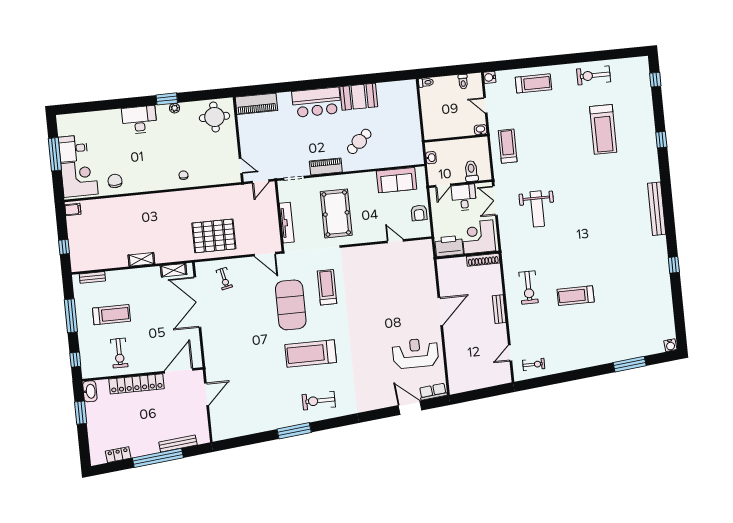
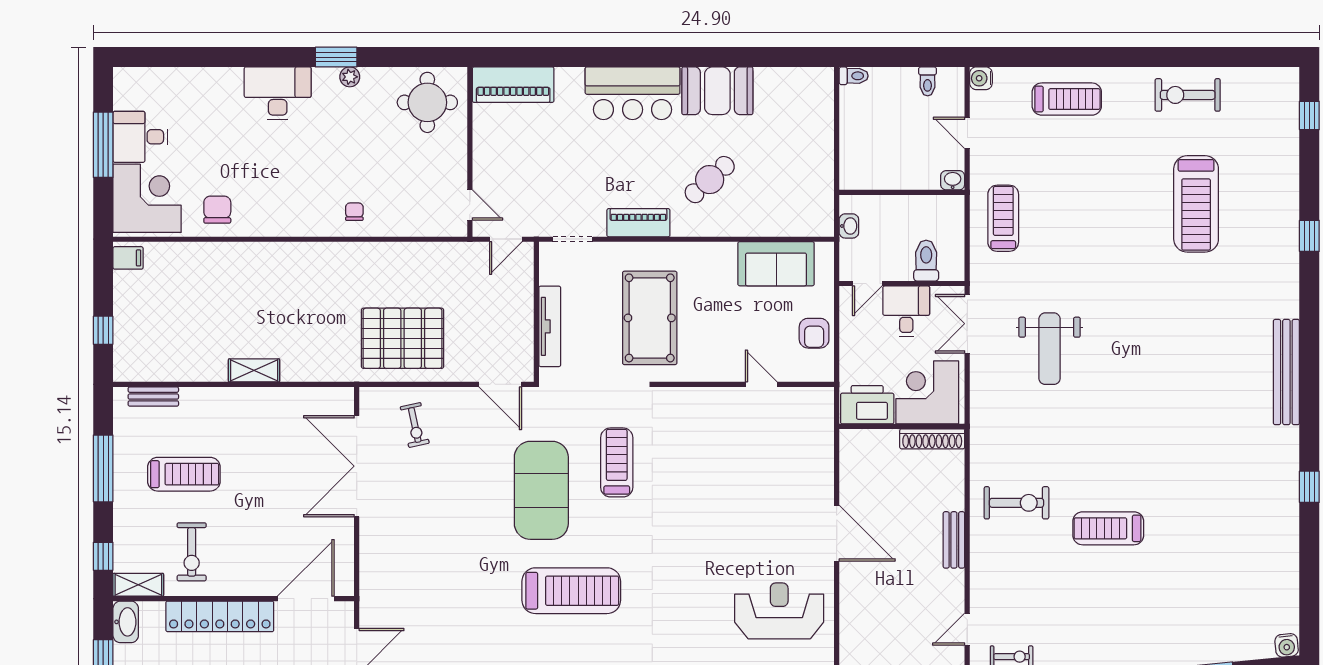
shelving: (174, 270) -> (138, 585), moved
exercise bike: (528, 287) -> (1016, 503), turned -90
door: (440, 312) -> (837, 533), hinge flipped
treadmill: (311, 354) -> (571, 591), turned 180

